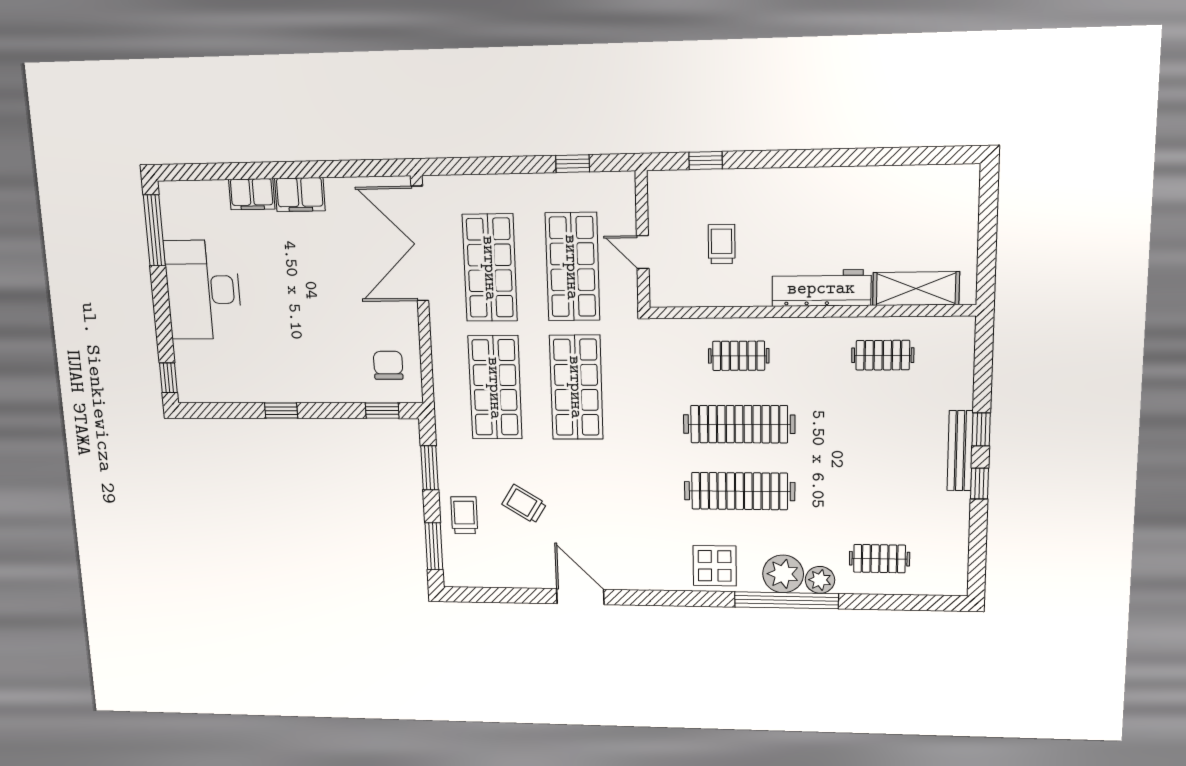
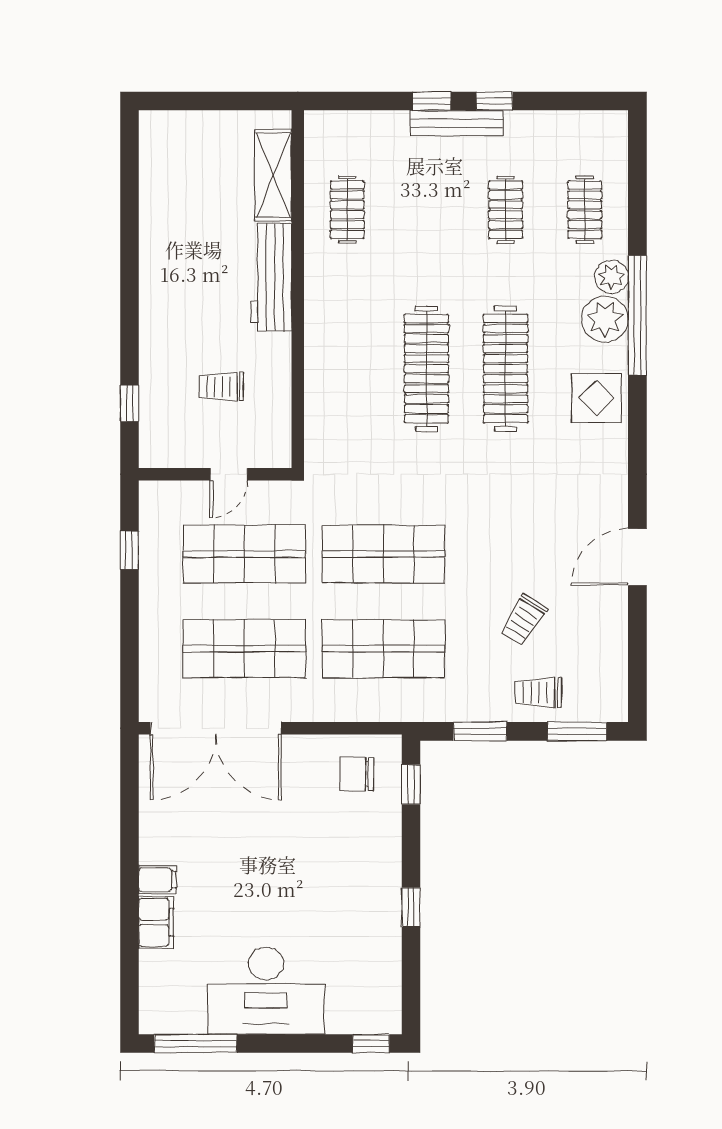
filing cabinet: (300, 195) -> (158, 880), width x0.50
clothes rail: (739, 356) -> (506, 210), moved

